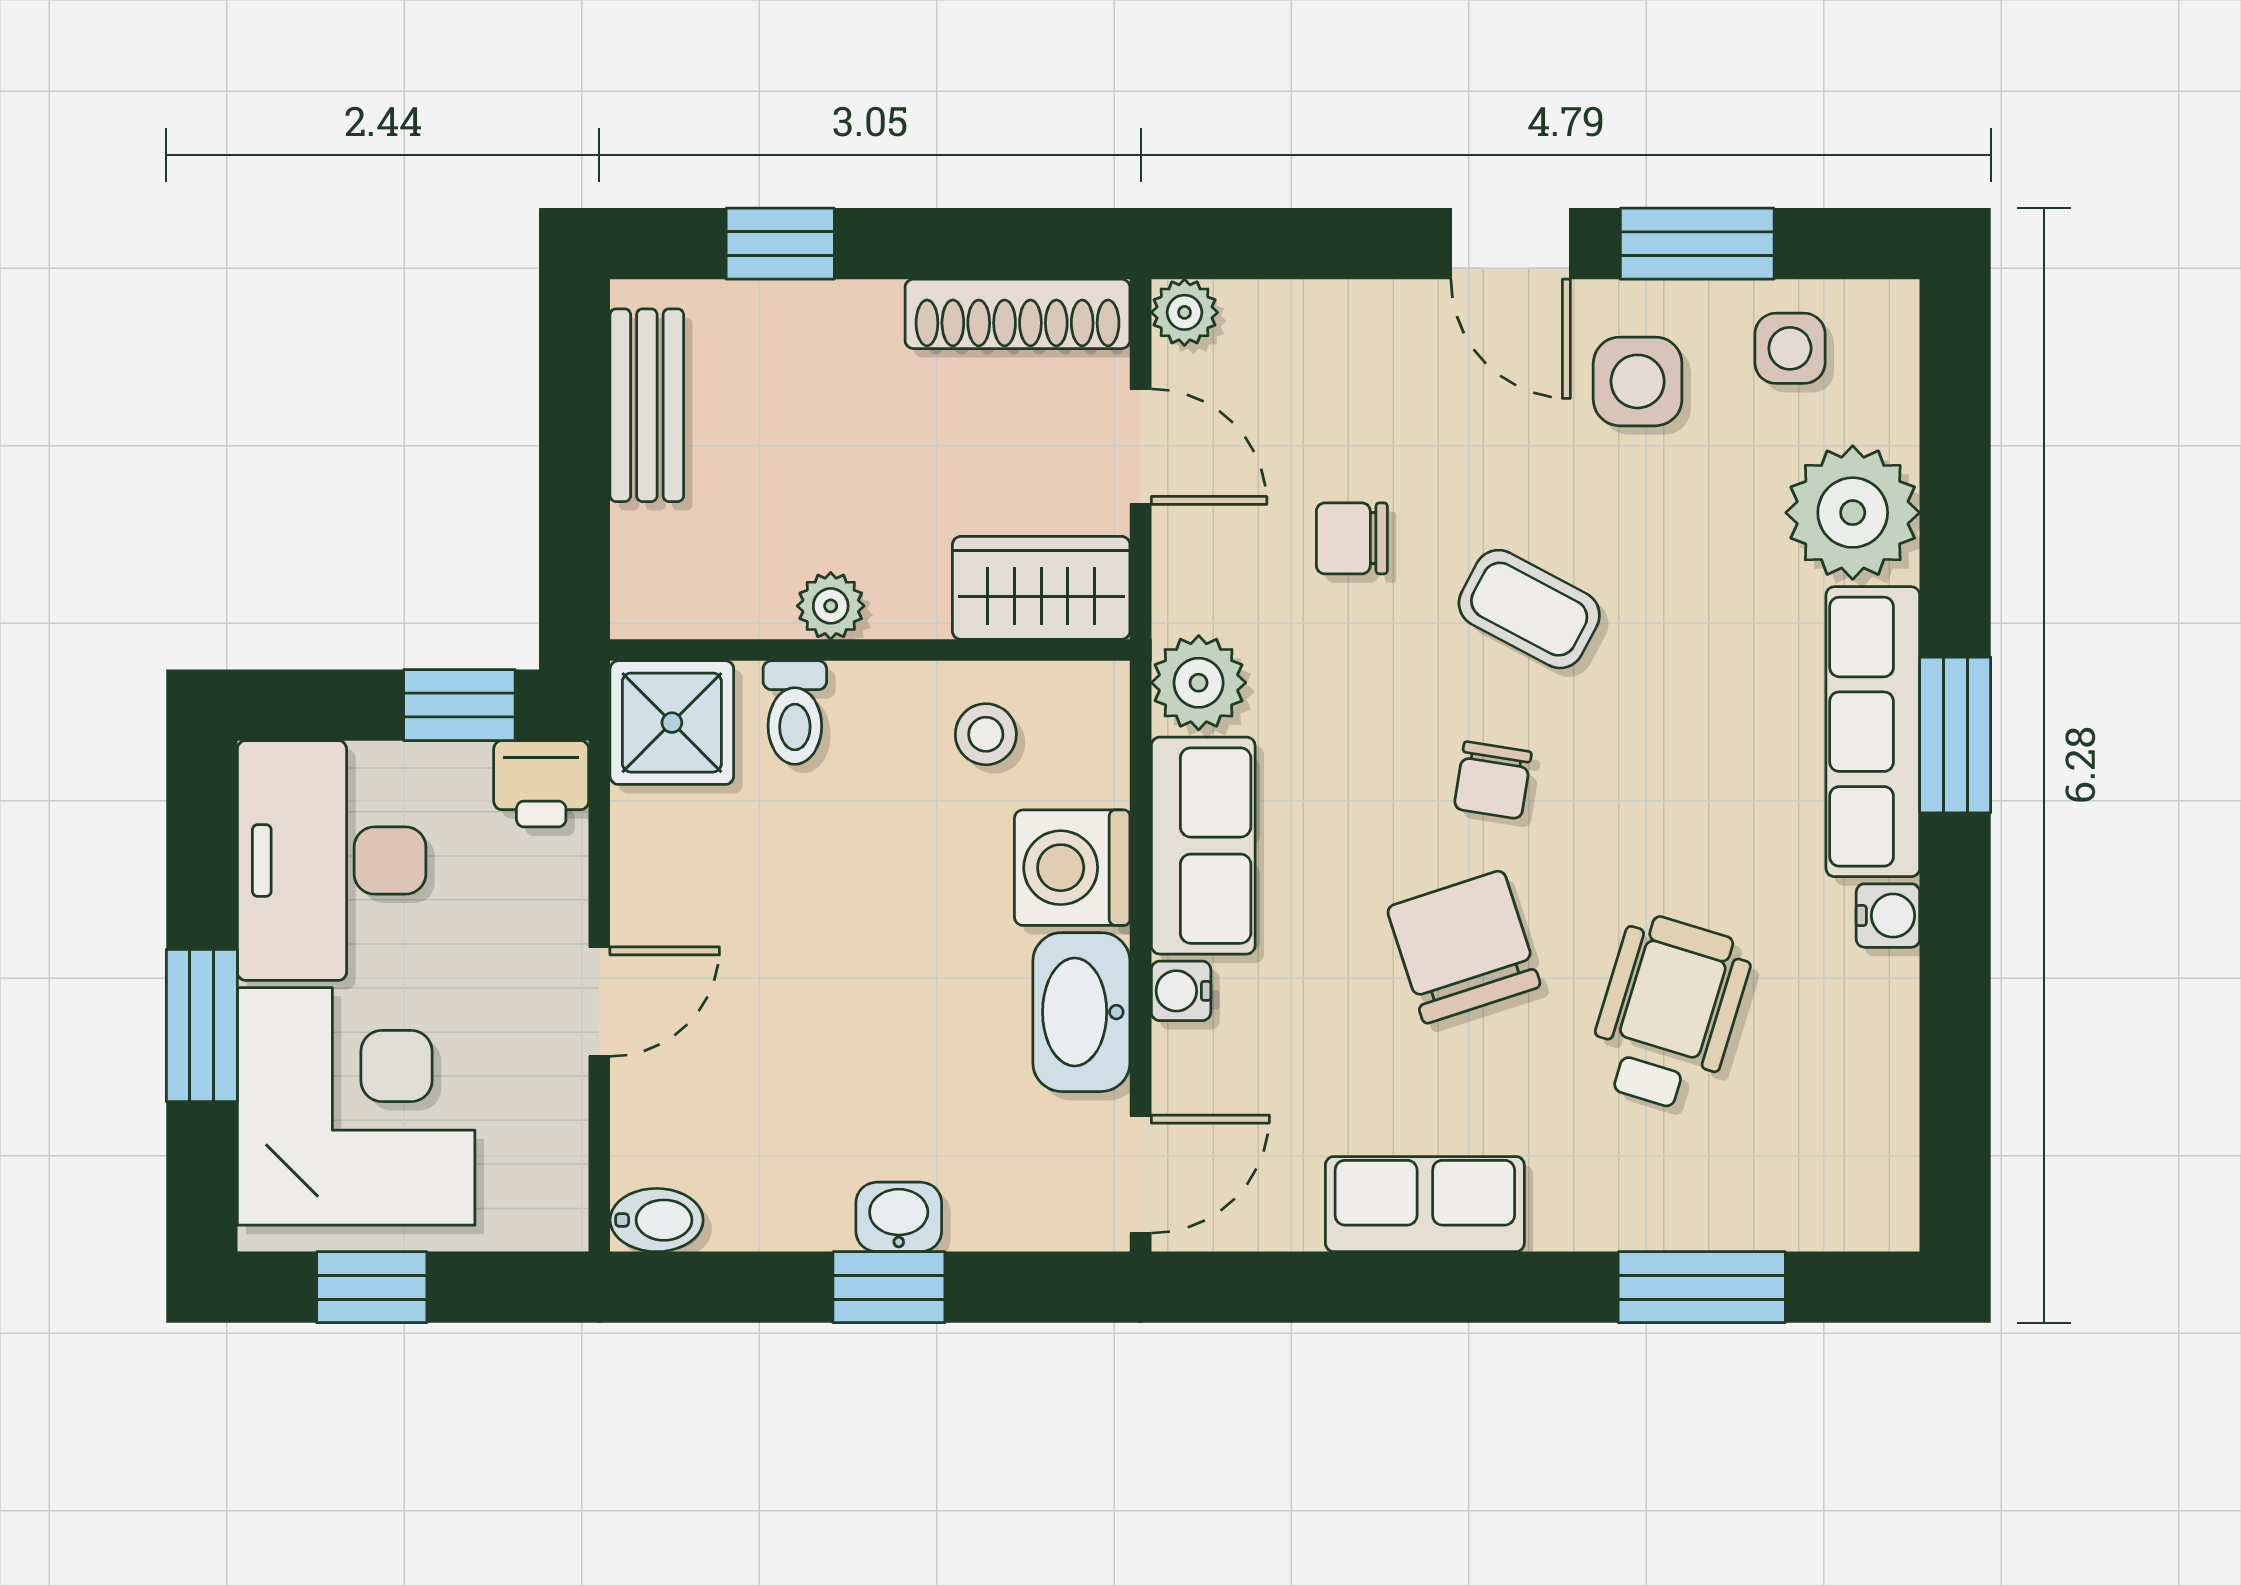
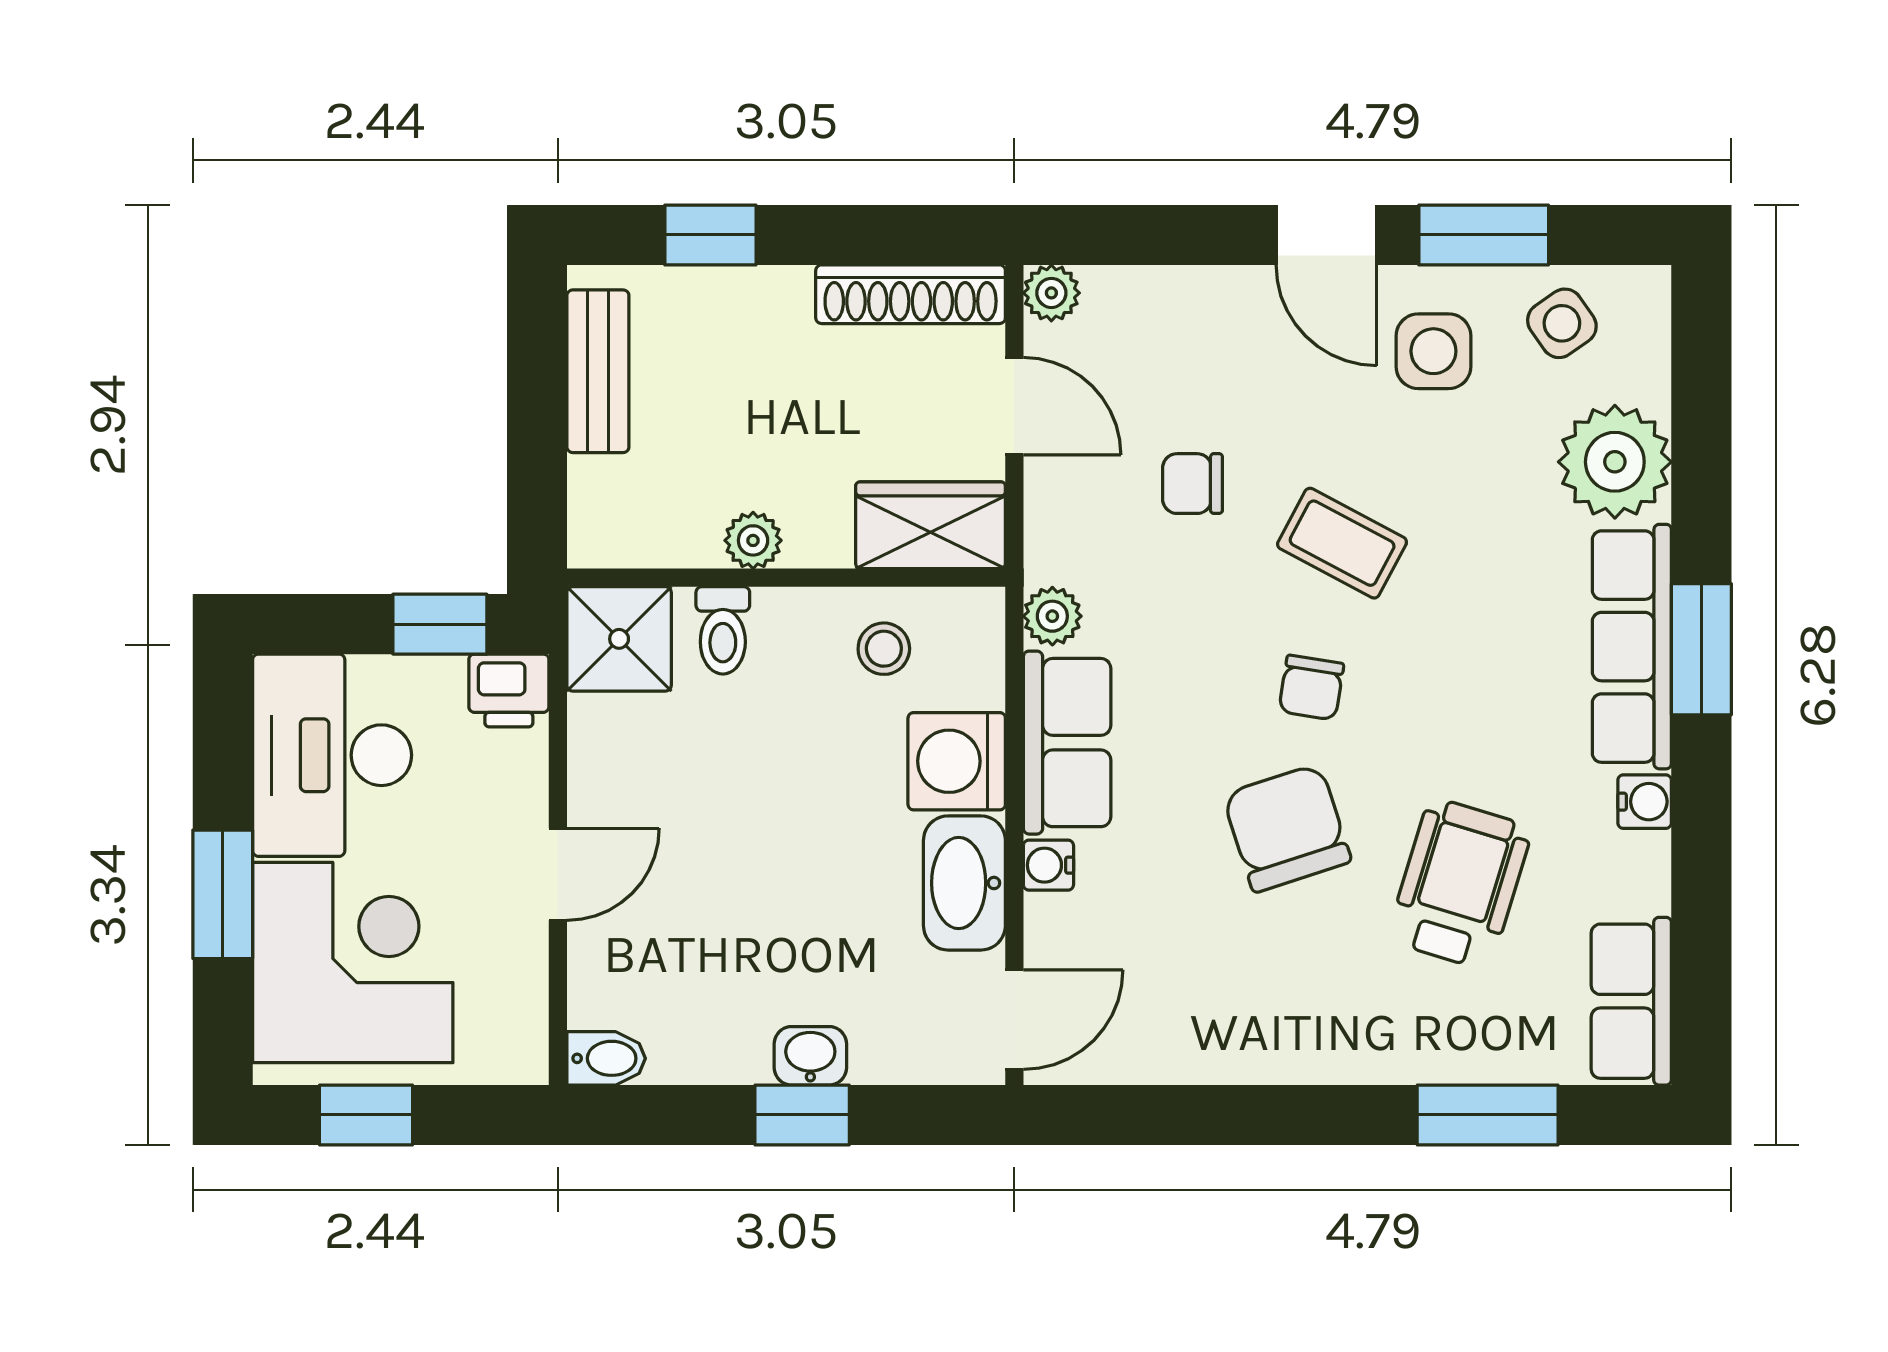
side table: (1790, 348) -> (1562, 323), turned -35
plant: (1199, 683) -> (1052, 616), width x0.73, depth x0.73
row of seats: (1425, 1204) -> (1631, 1001), moved, turned -90

